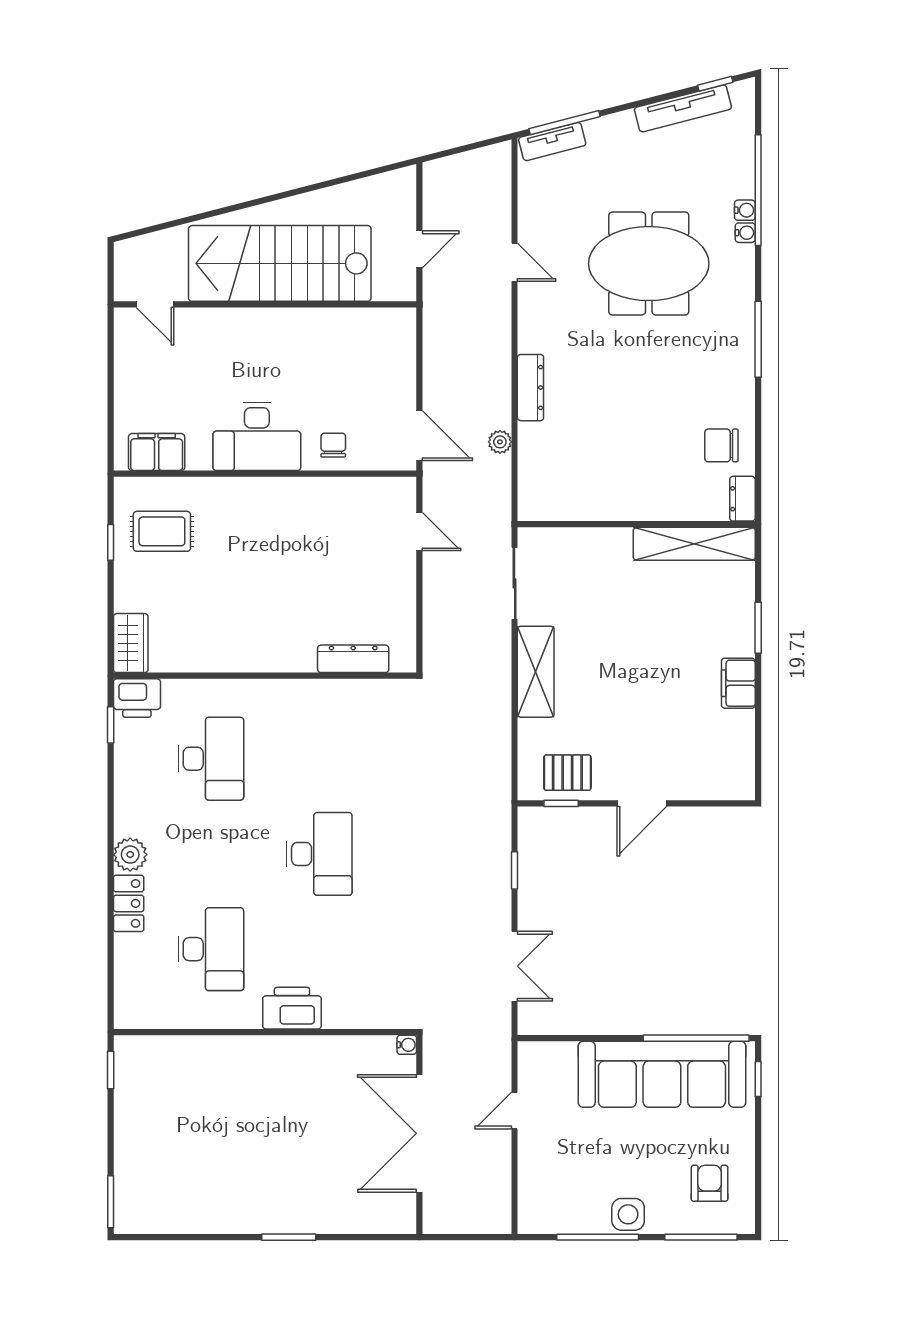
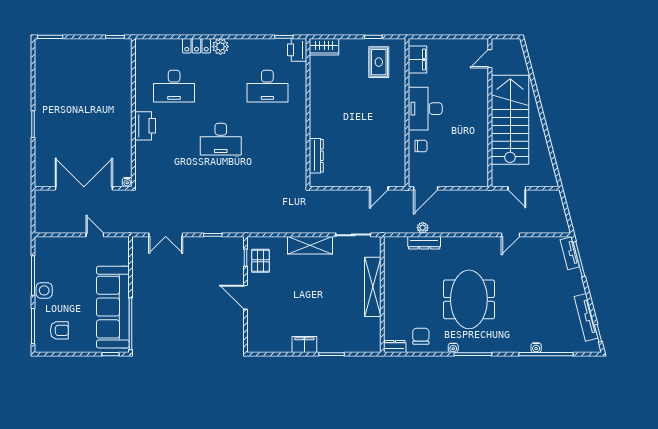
water cooler: (745, 233) -> (453, 348), moved
meeting table: (649, 264) -> (469, 299), moved
dresser: (530, 388) -> (424, 243), moved
shelving: (694, 544) -> (373, 287), moved

